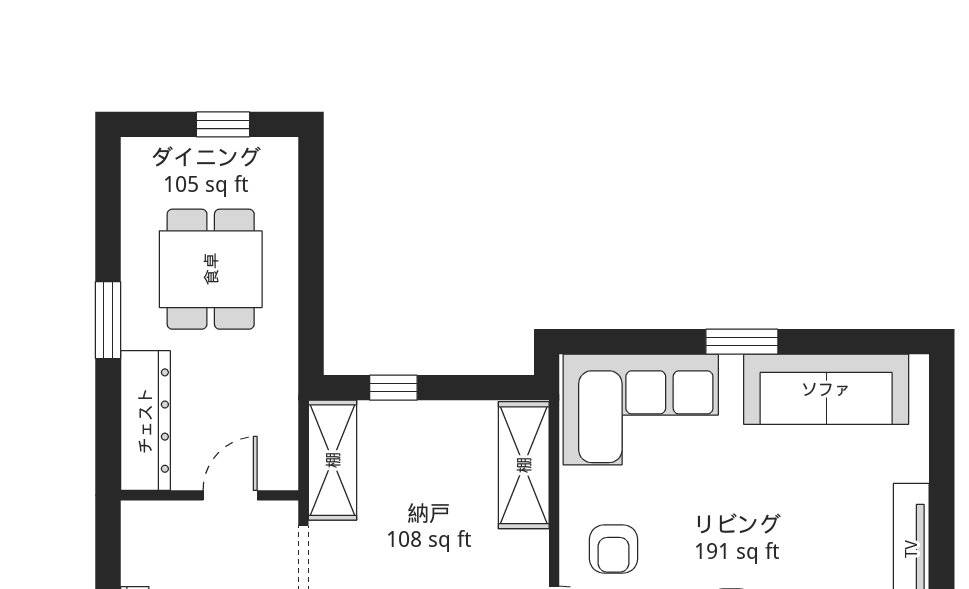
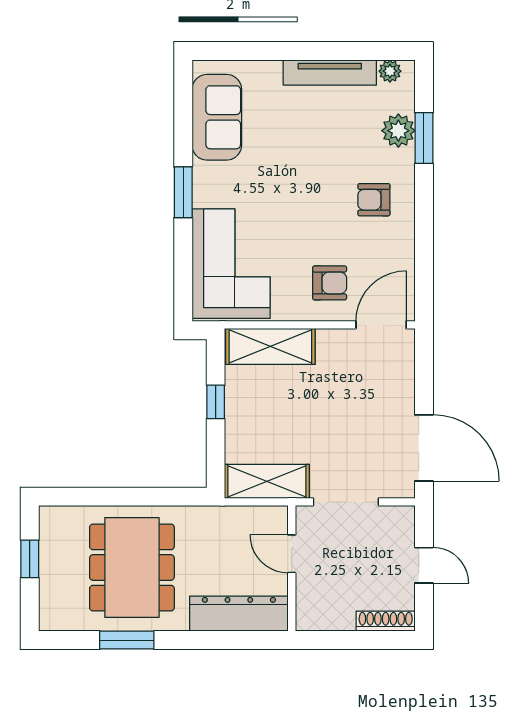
dining table: (211, 269) -> (132, 568), width x1.37
window: (108, 320) -> (127, 640), moved
window: (393, 388) -> (216, 402), moved
sofa: (826, 389) -> (217, 117), width x0.73

